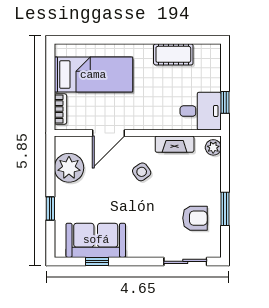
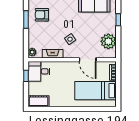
cot: (173, 54) -> (38, 101), moved
door: (108, 133) -> (88, 60), swing flipped

